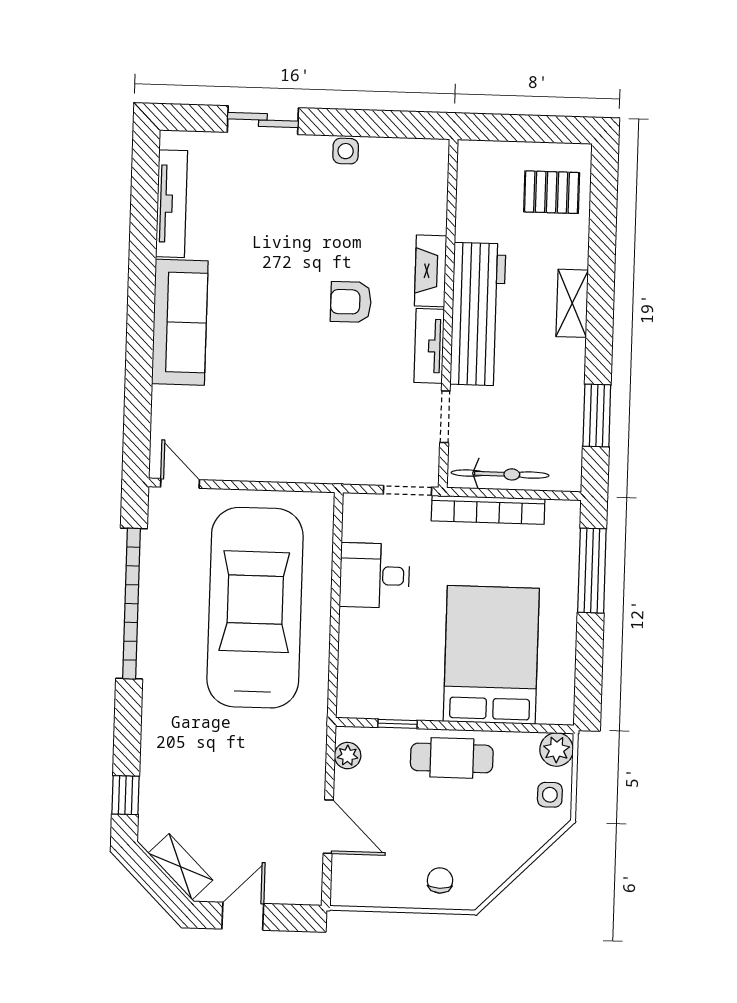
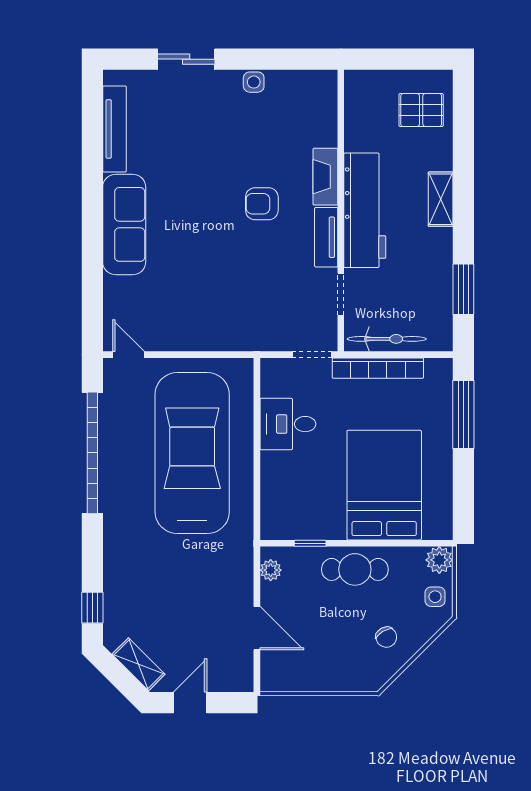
chair: (440, 880) -> (386, 637), moved, turned 149

